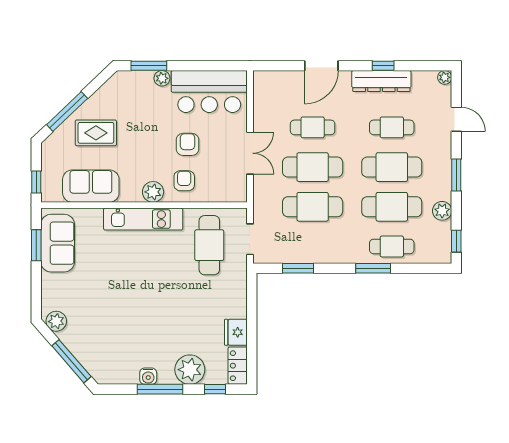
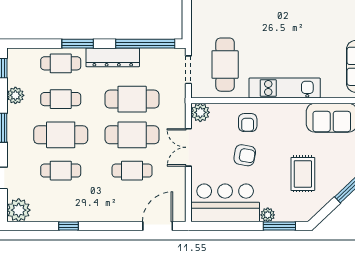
door: (321, 66) -> (158, 226), moved
plant: (445, 77) -> (19, 210), width x1.87, depth x1.87
dresser: (381, 81) -> (113, 57), moved, turned 180
rug: (96, 133) -> (303, 174), moved, turned 90
armchair: (187, 144) -> (245, 155), turned -80
plant: (153, 192) -> (200, 112), moved
cafe table: (392, 207) -> (61, 99), width x0.73, depth x0.74
window: (298, 268) -> (145, 44), width x2.11

